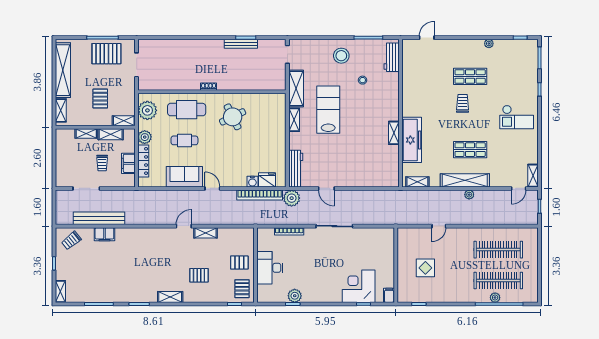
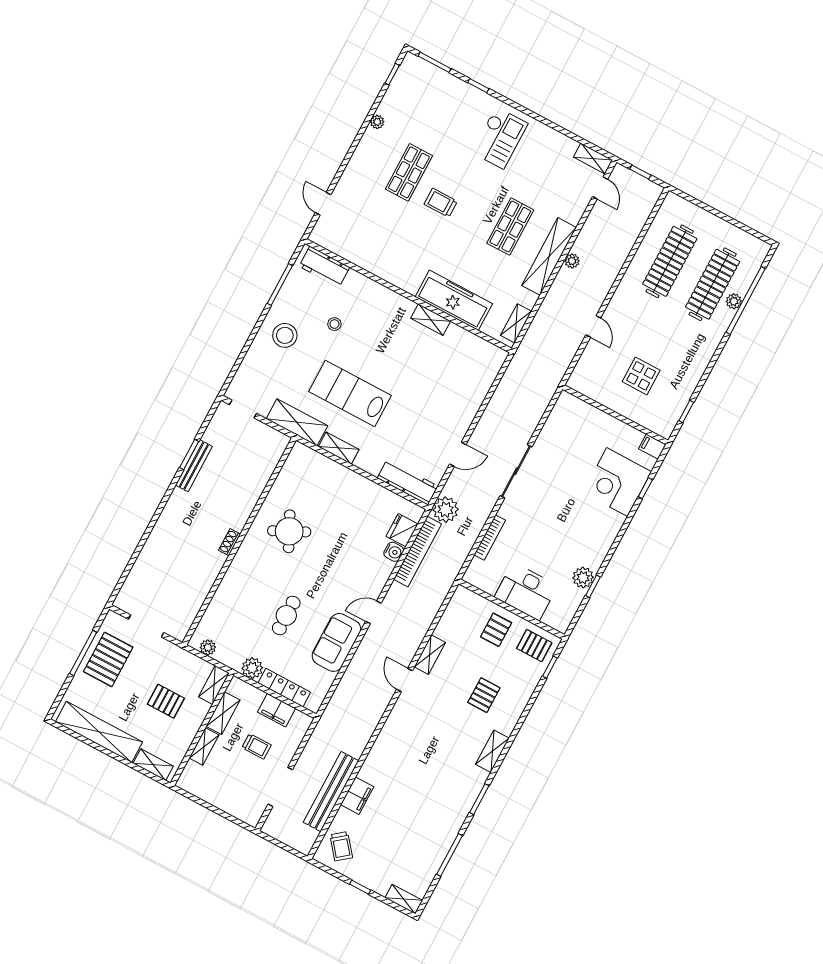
plant: (147, 110) -> (208, 647), width x0.53, depth x0.53
cafe table: (187, 110) -> (245, 590), removed

